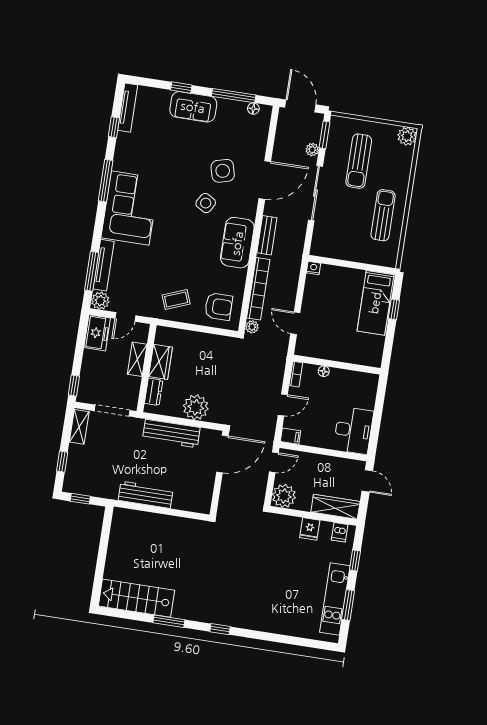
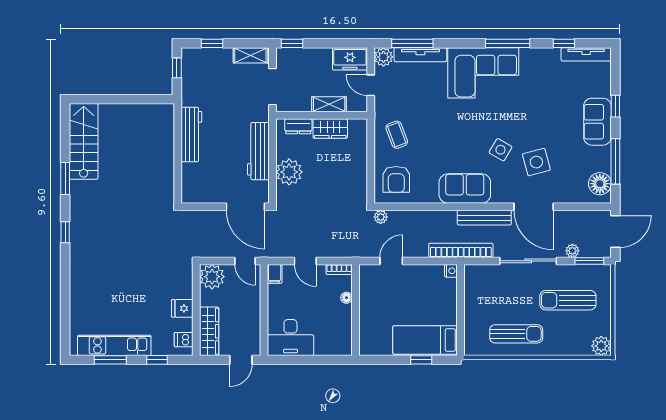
floor lamp: (253, 109) -> (600, 184), width x1.89, depth x1.89
bench: (267, 235) -> (484, 218), width x1.36
bookcase: (258, 289) -> (461, 250), moved, turned 180

